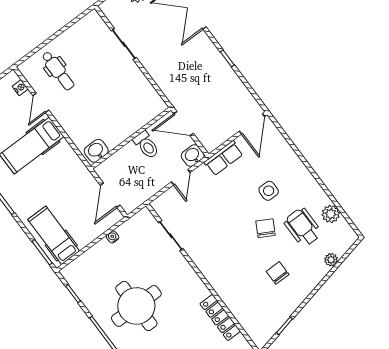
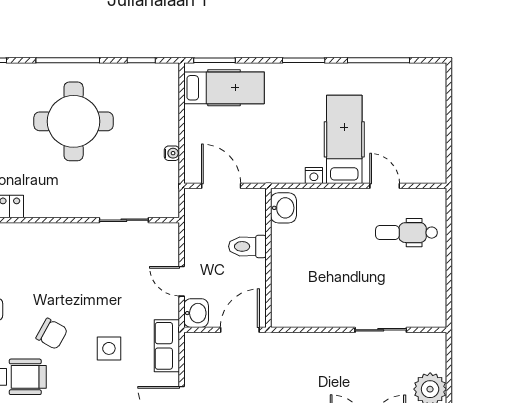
nightstand: (20, 88) -> (314, 176), moved
toilet: (146, 145) -> (247, 246), moved
side table: (269, 191) -> (109, 348), moved

